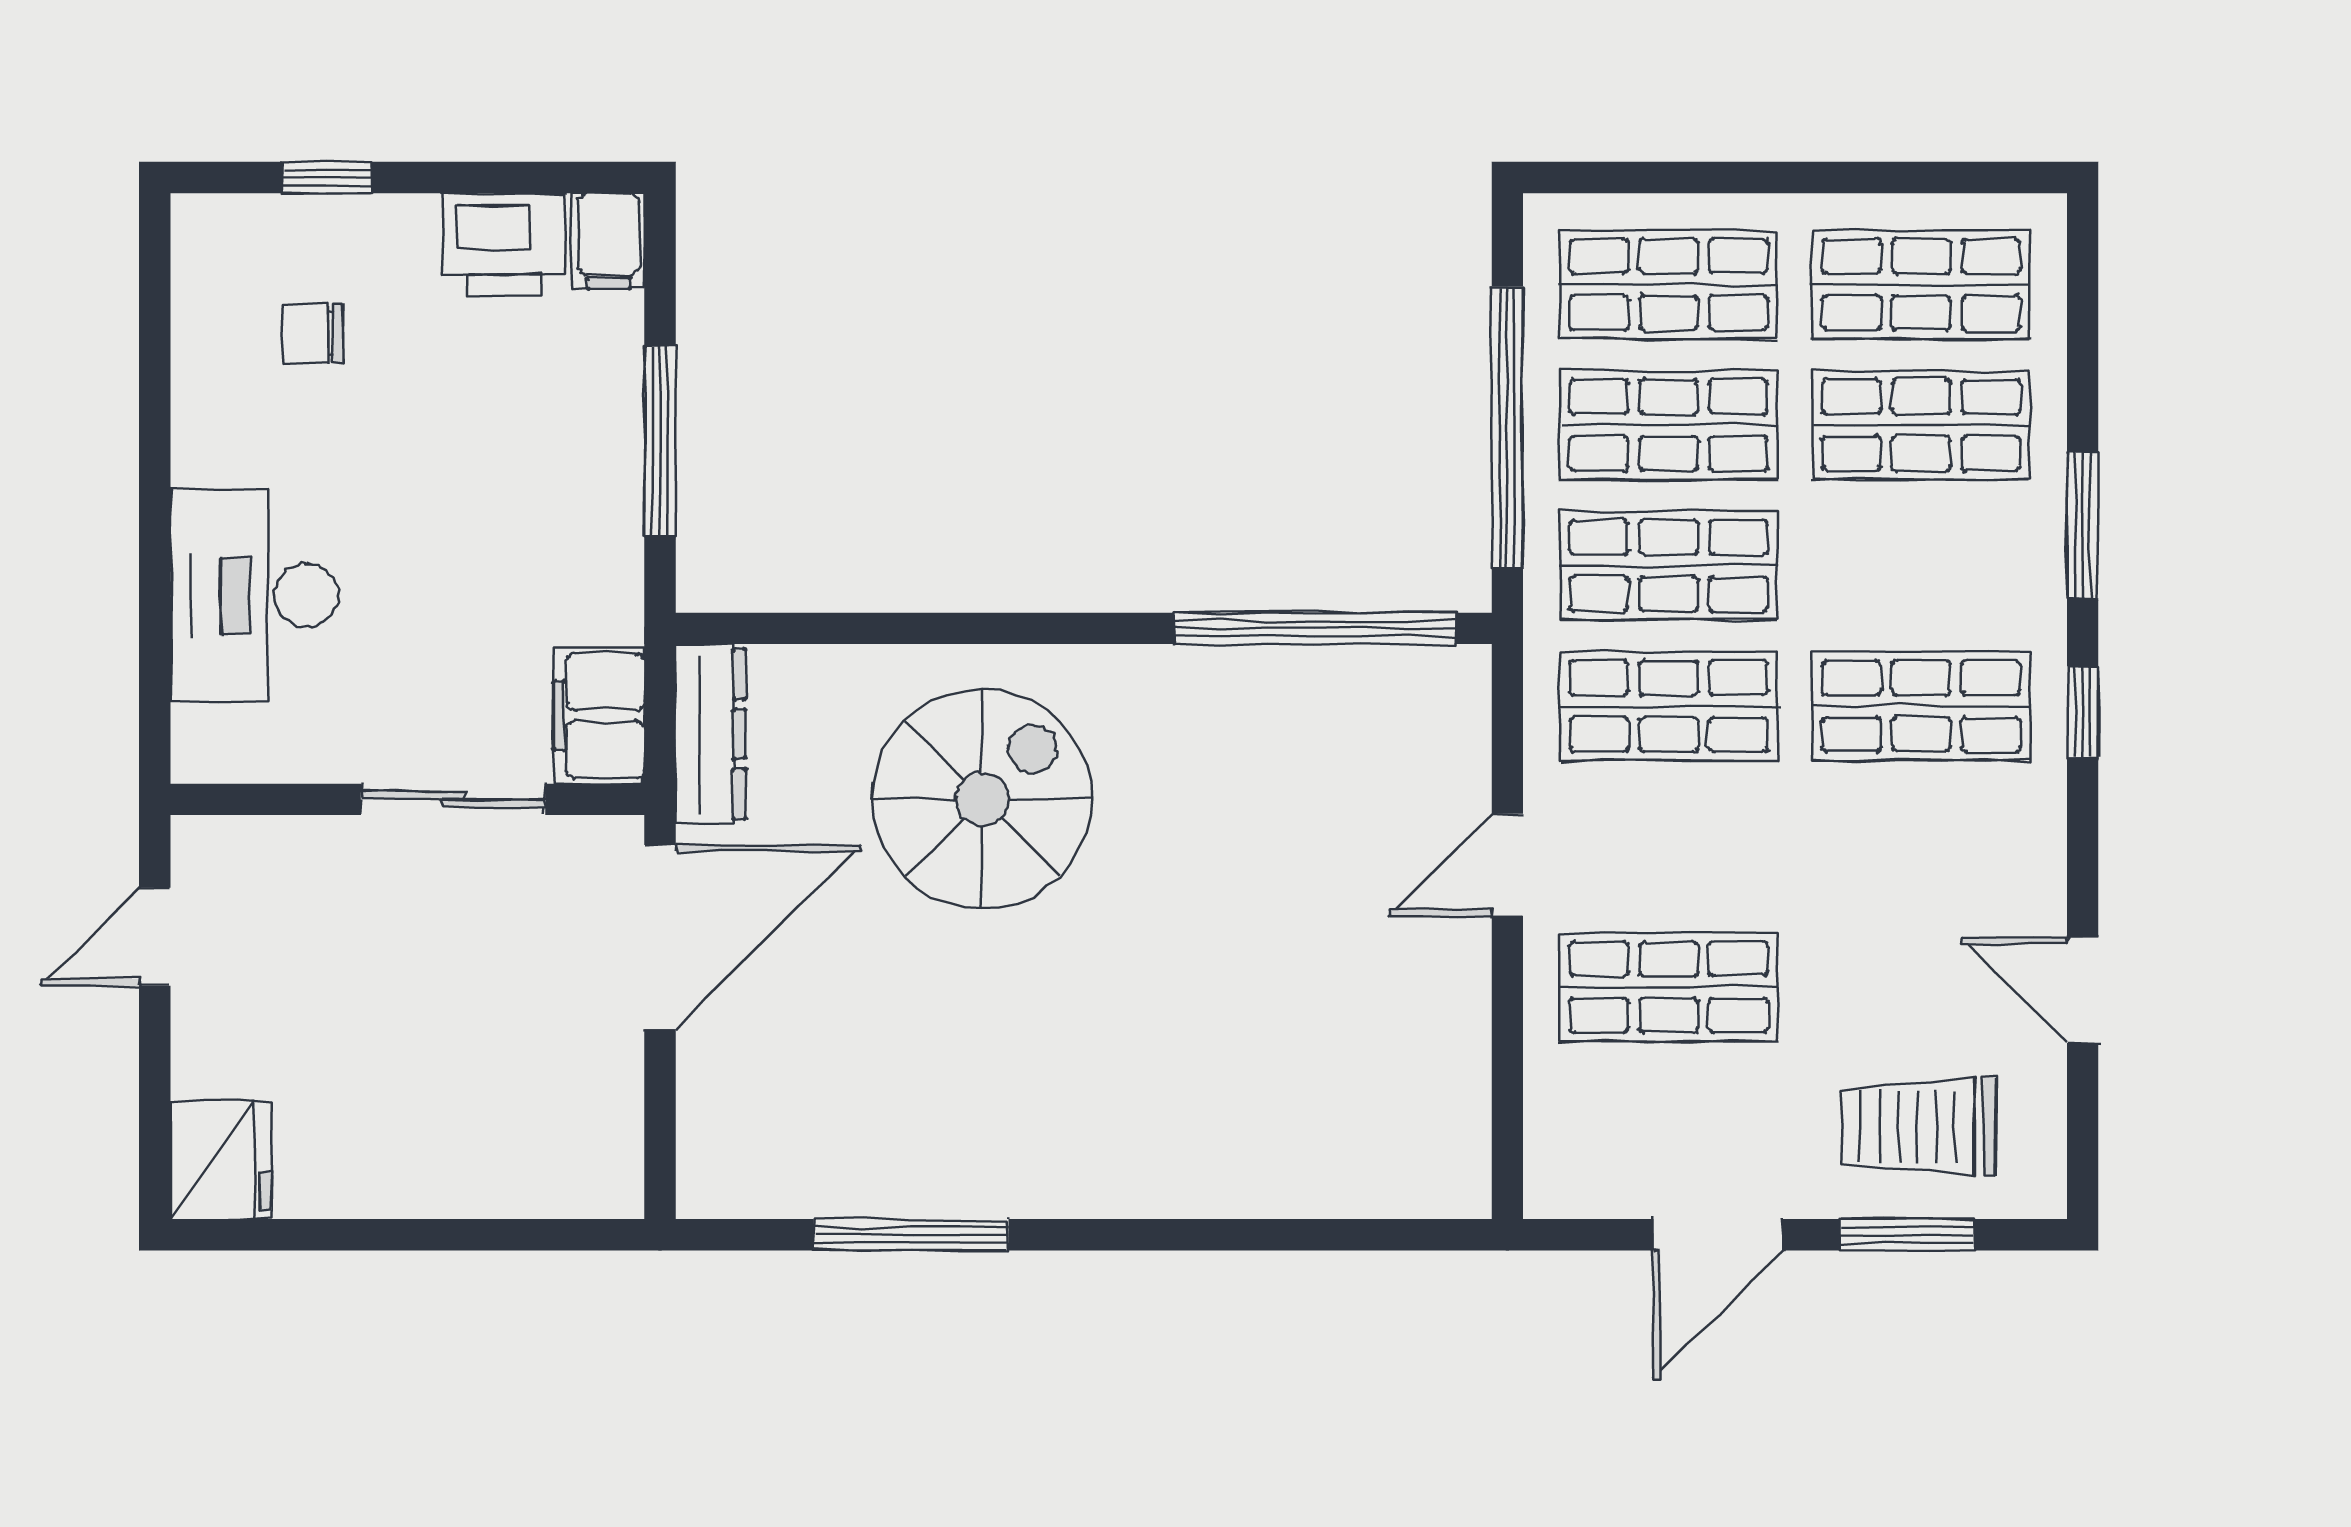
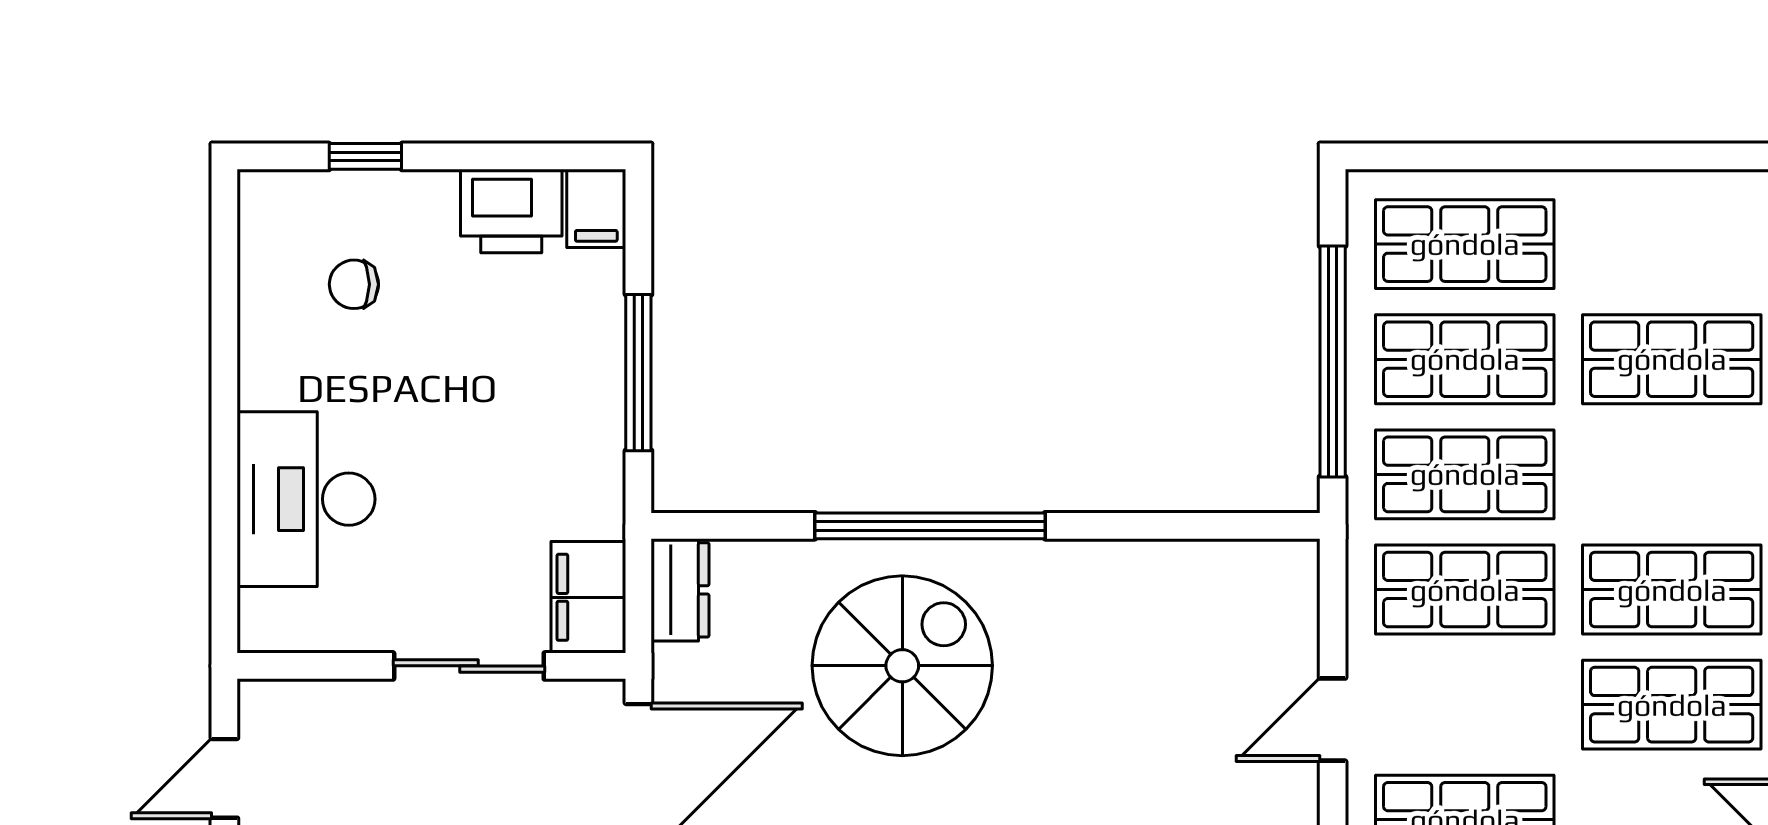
shop shelf: (1921, 285) -> (1672, 705), moved
window: (1315, 628) -> (930, 526), moved
dresser: (711, 734) -> (680, 590), width x0.70

